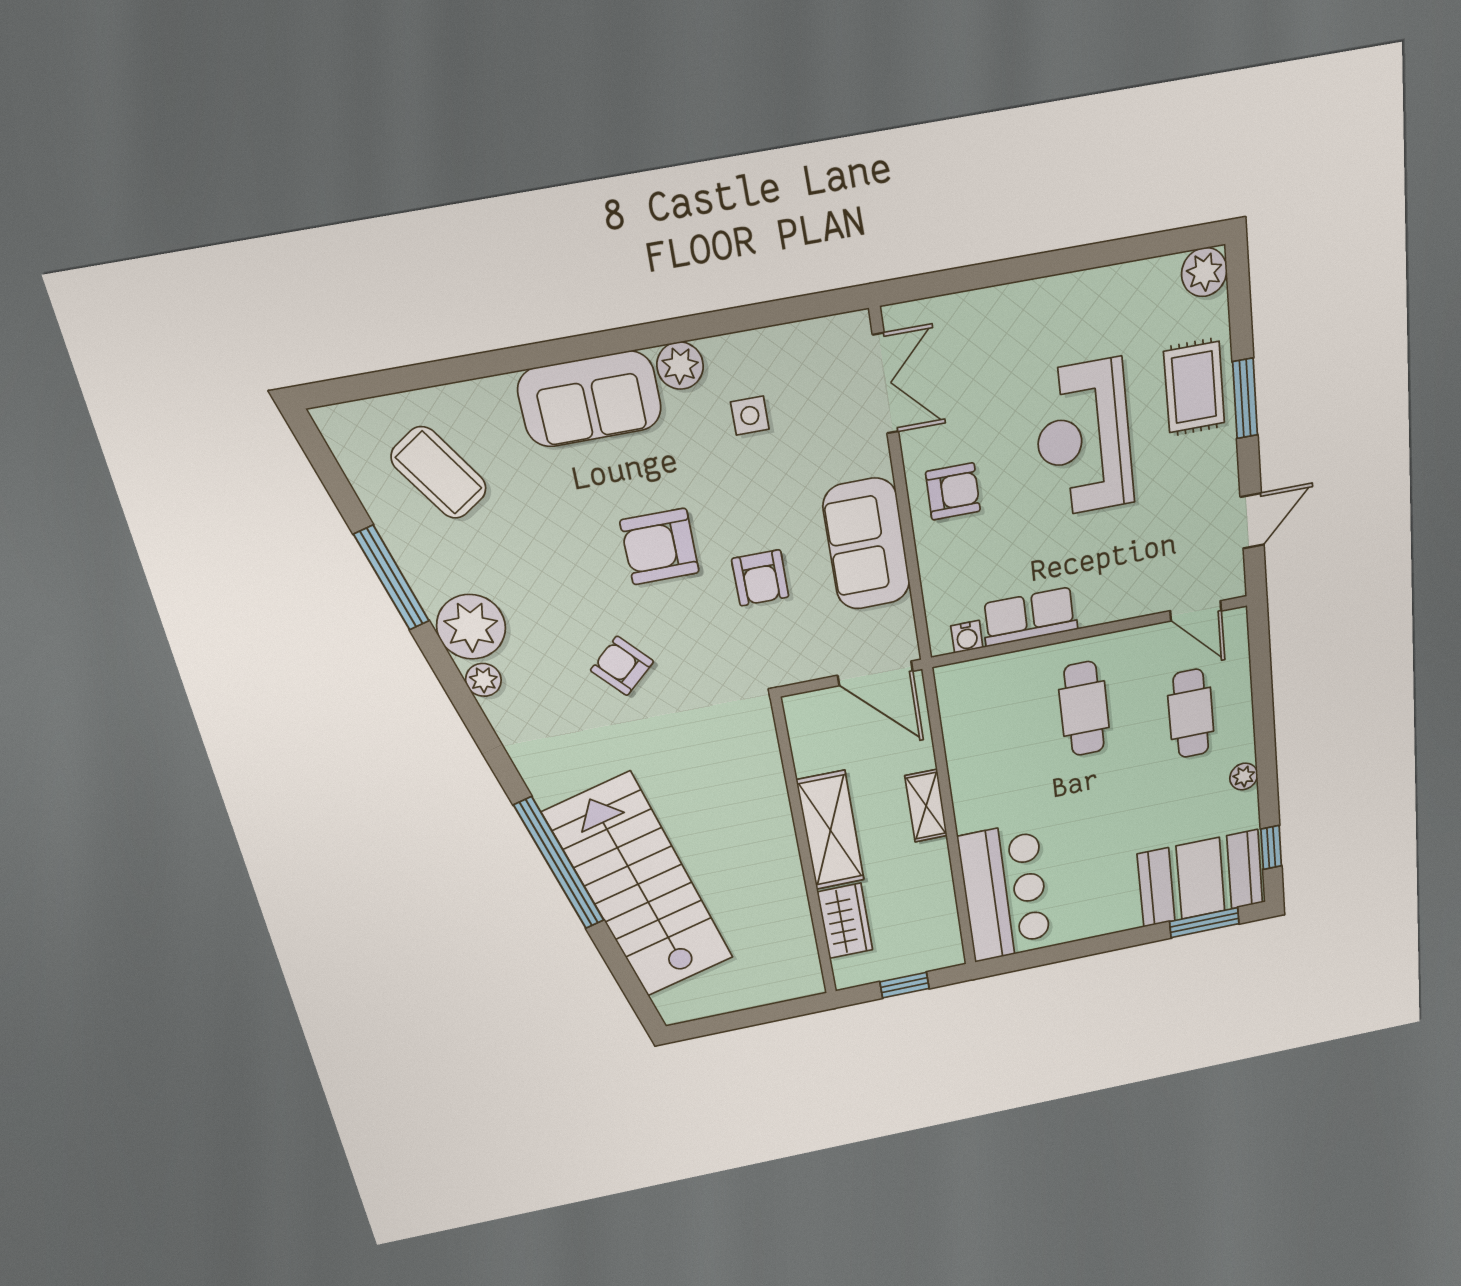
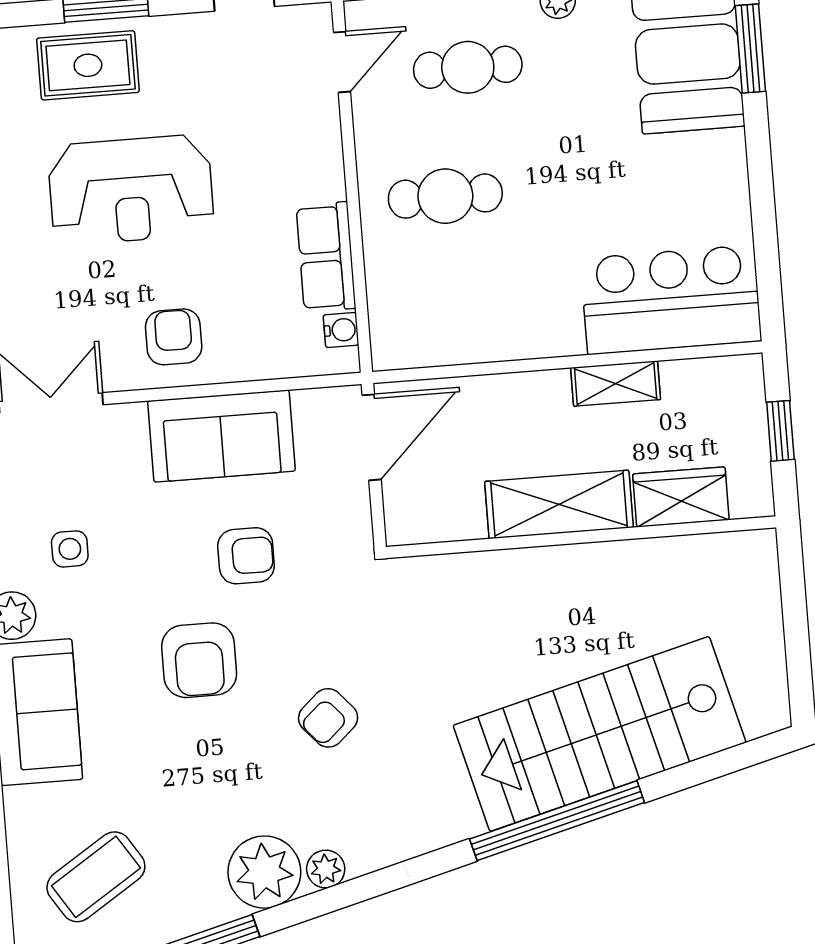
shelving: (926, 806) -> (616, 384), moved

